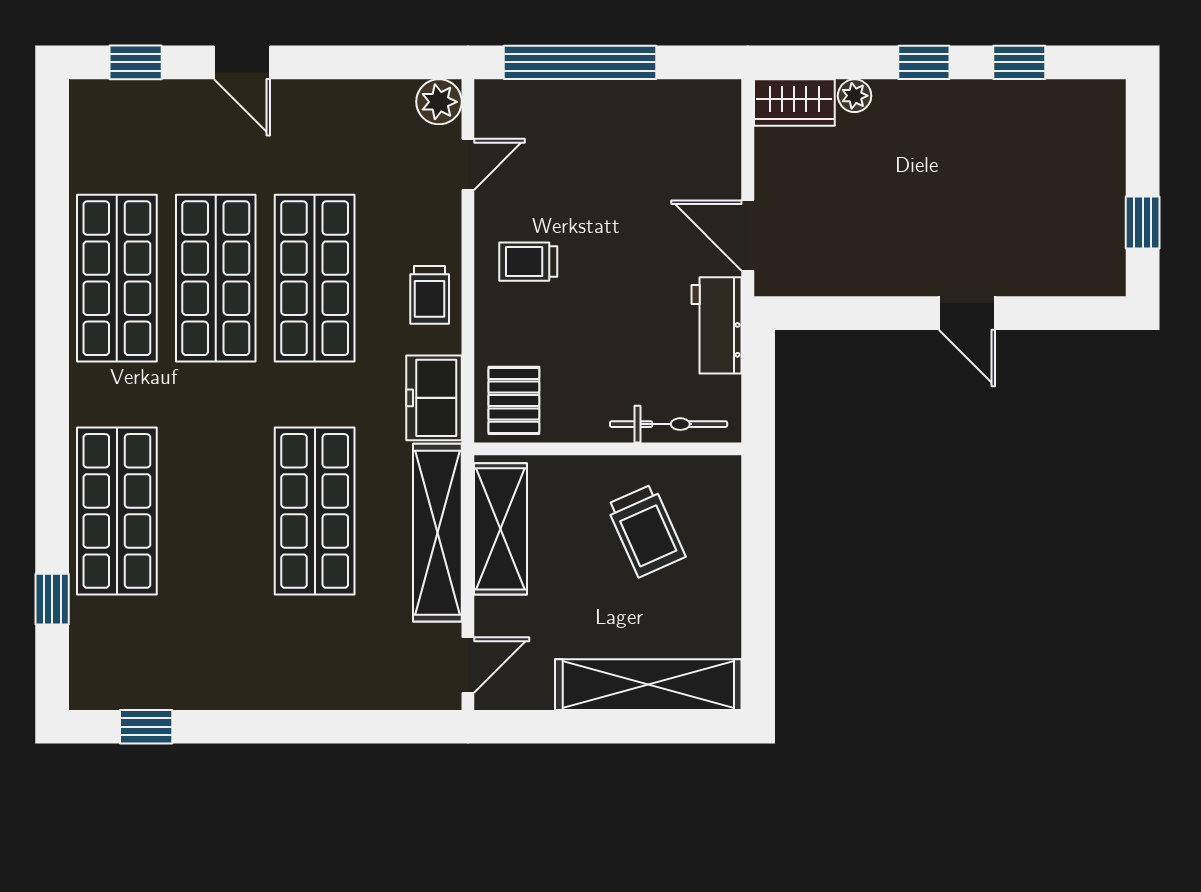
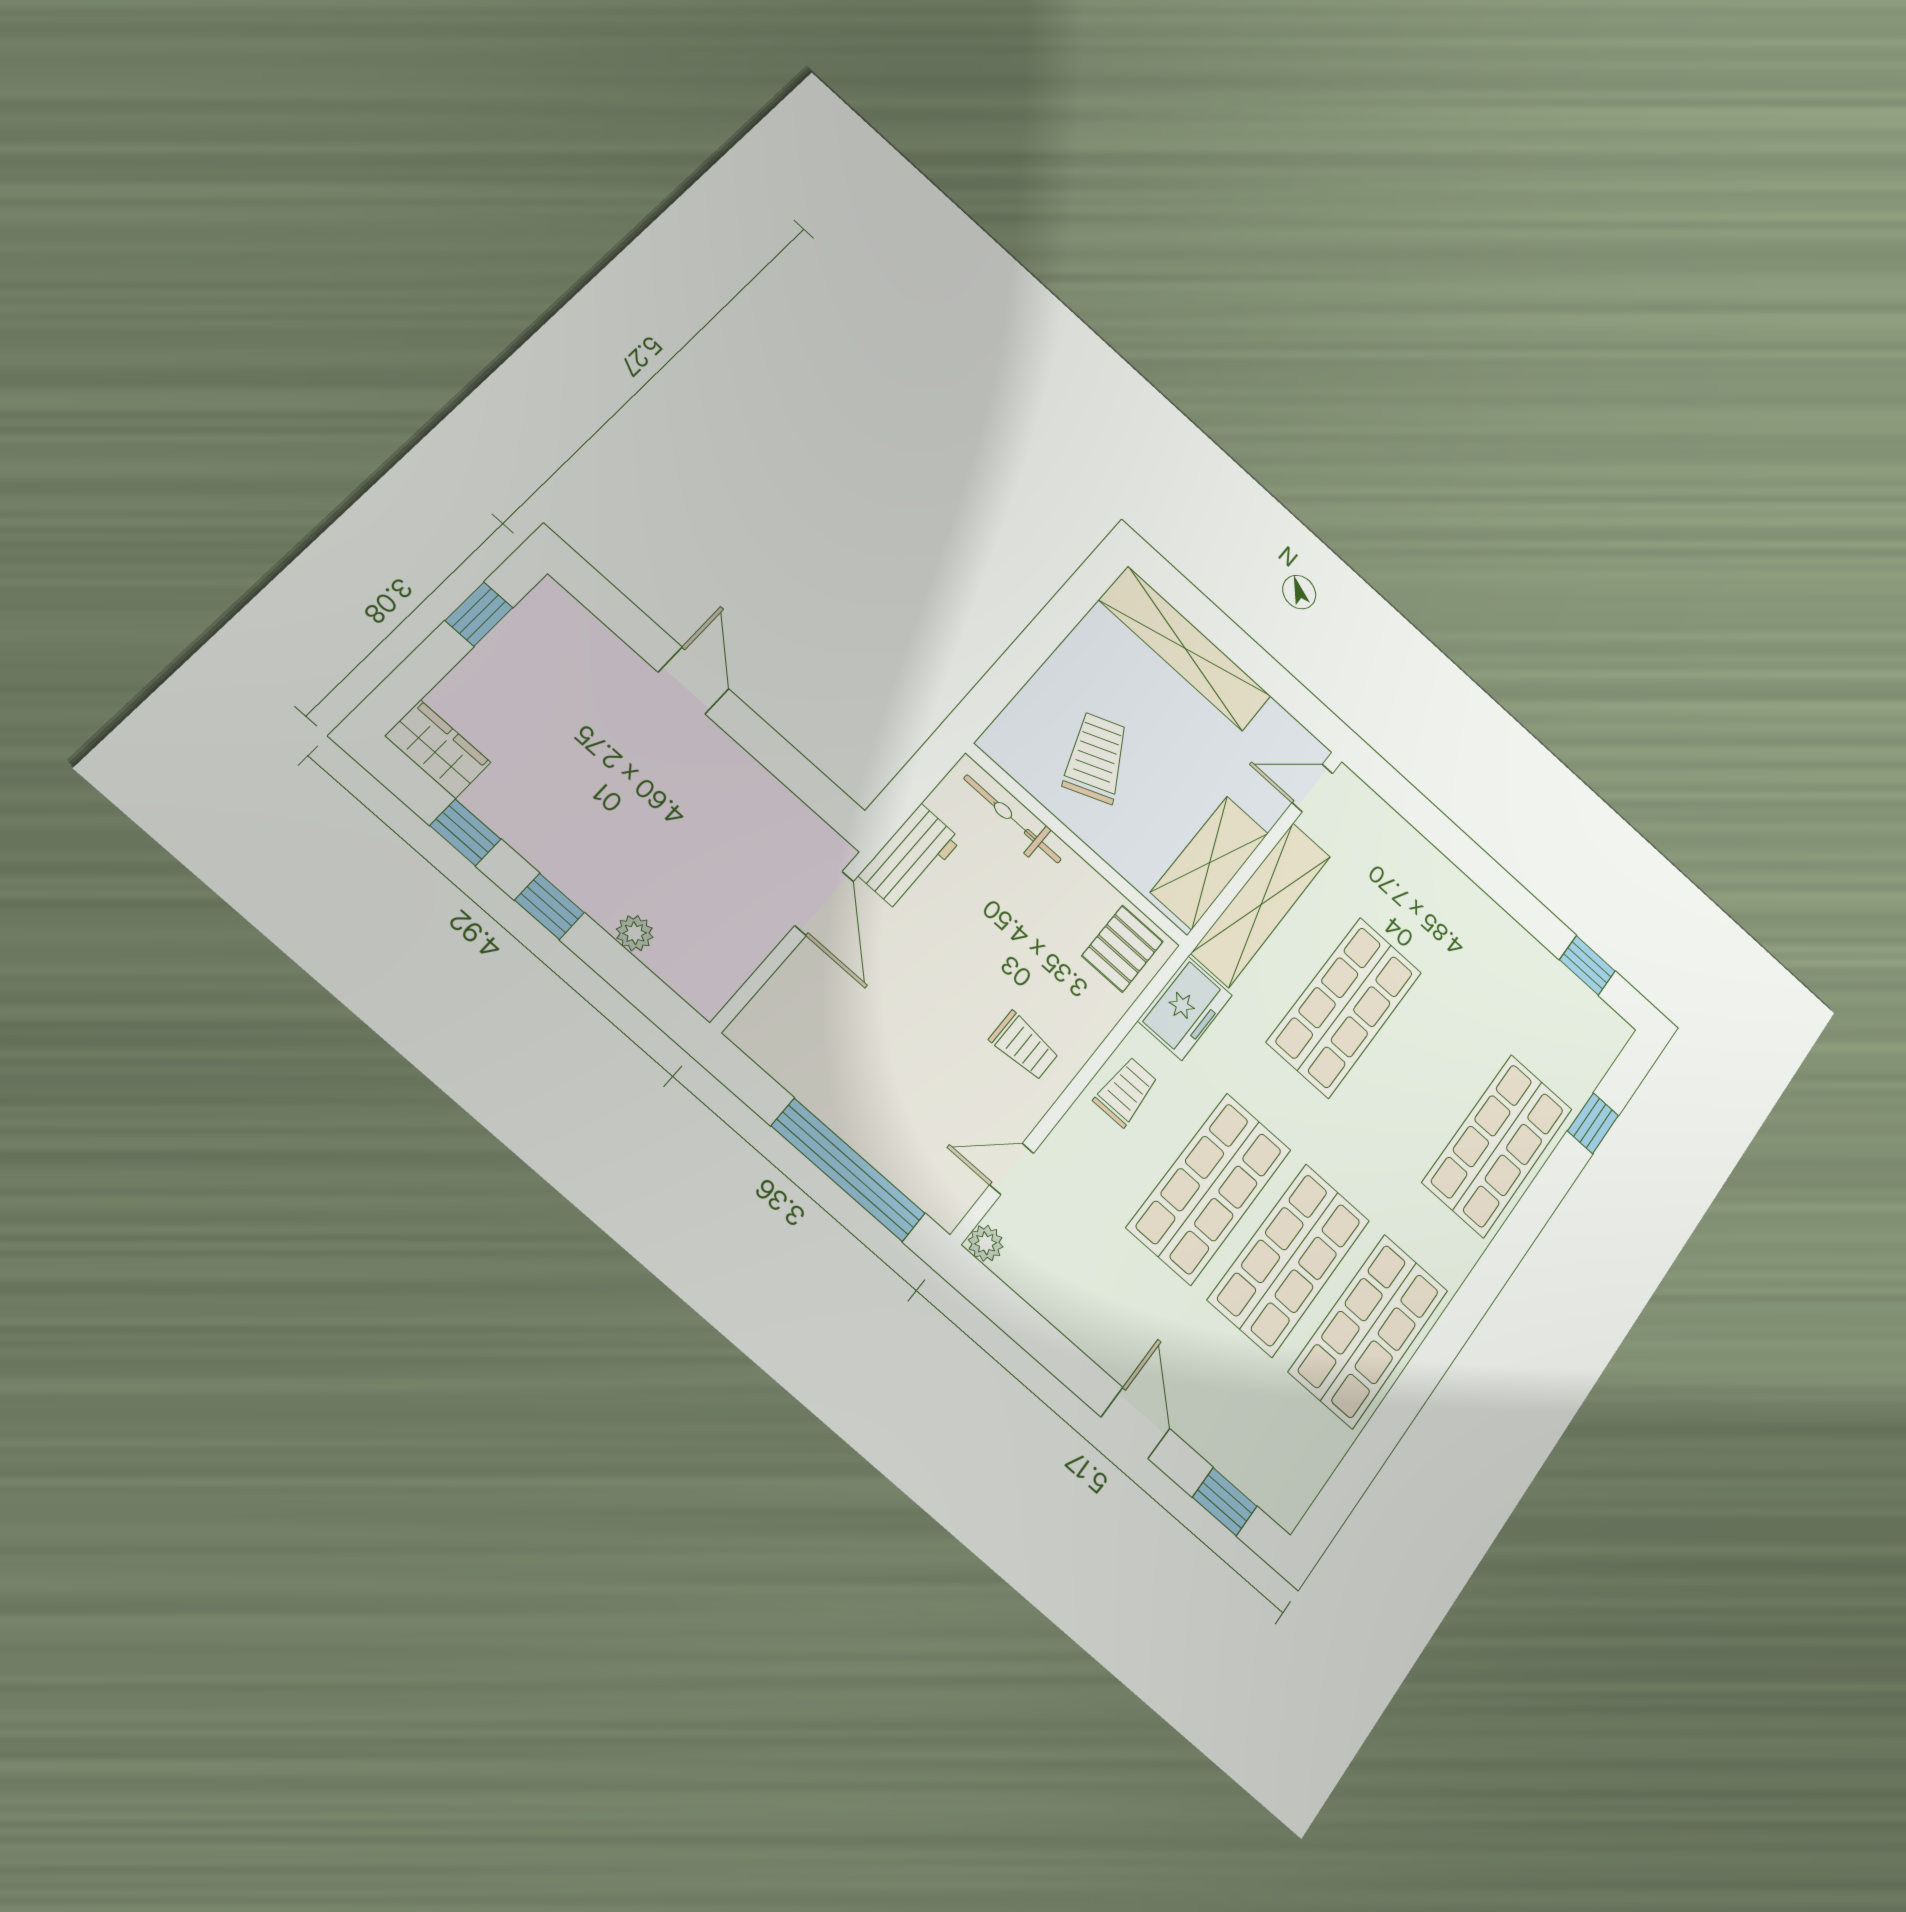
plant: (439, 102) -> (986, 1243), width x0.73, depth x0.73
wardrobe: (794, 103) -> (438, 749), moved

